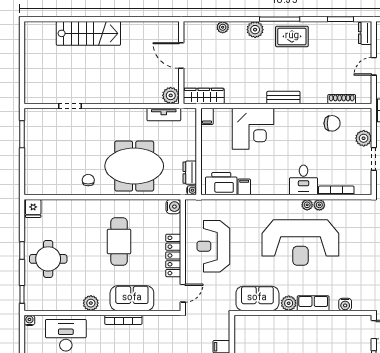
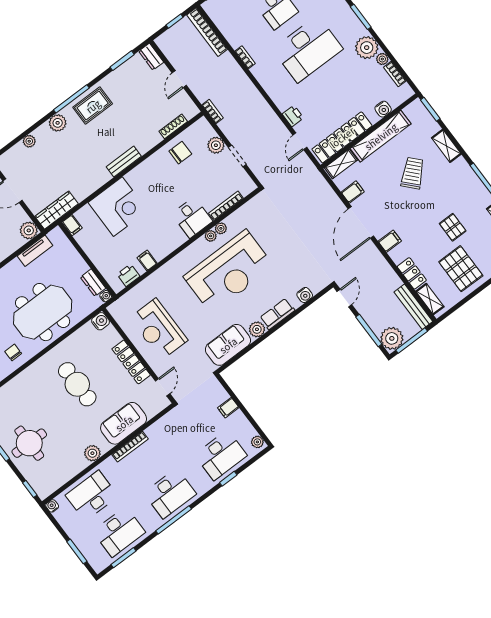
printer: (221, 184) -> (128, 275), width x0.53, depth x0.68

